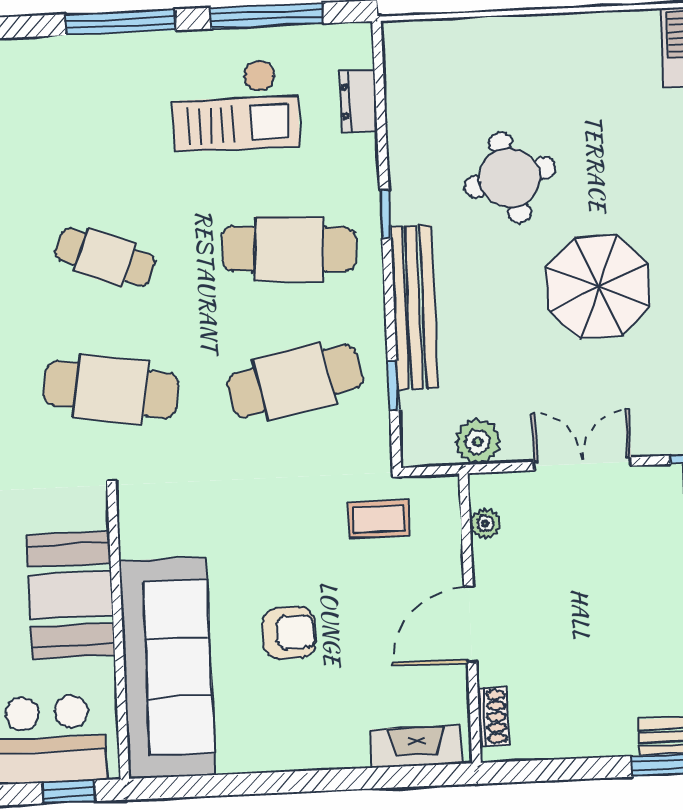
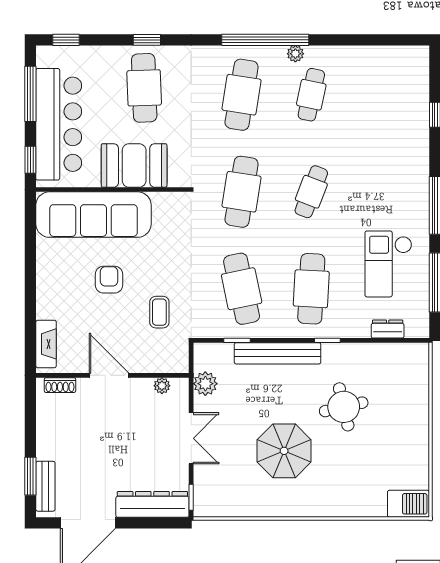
coffee table: (379, 519) -> (159, 312), moved
armchair: (289, 633) -> (109, 280), turned 180

